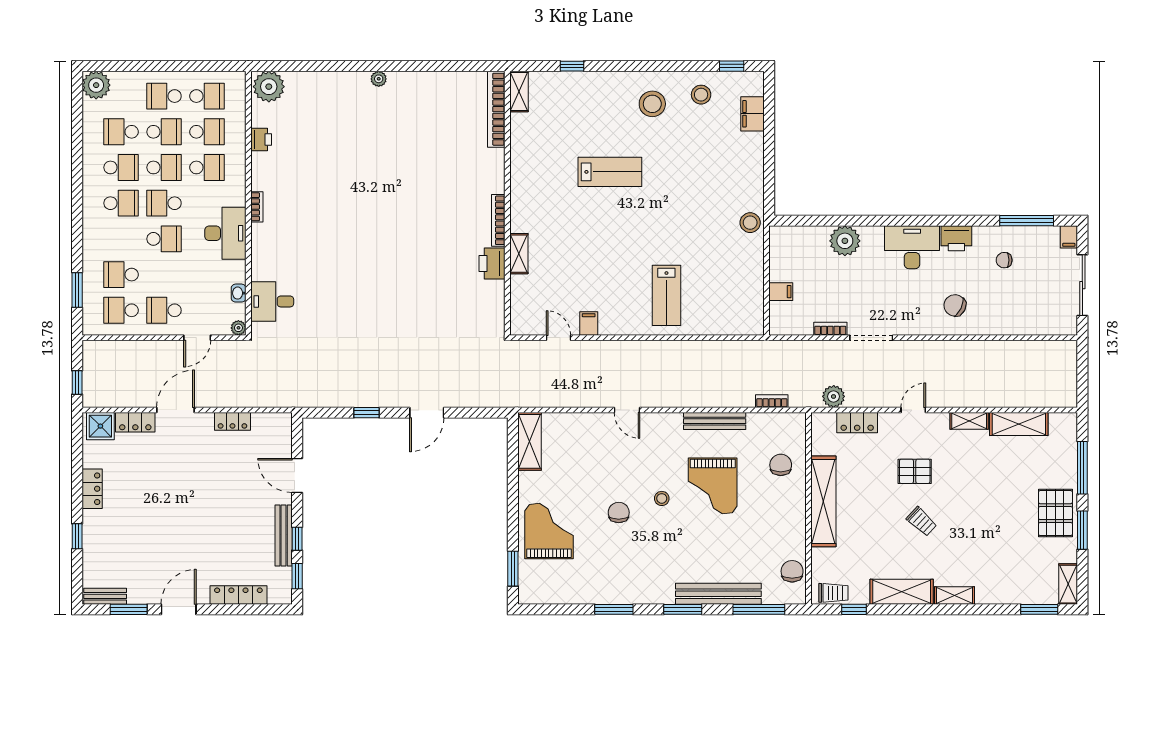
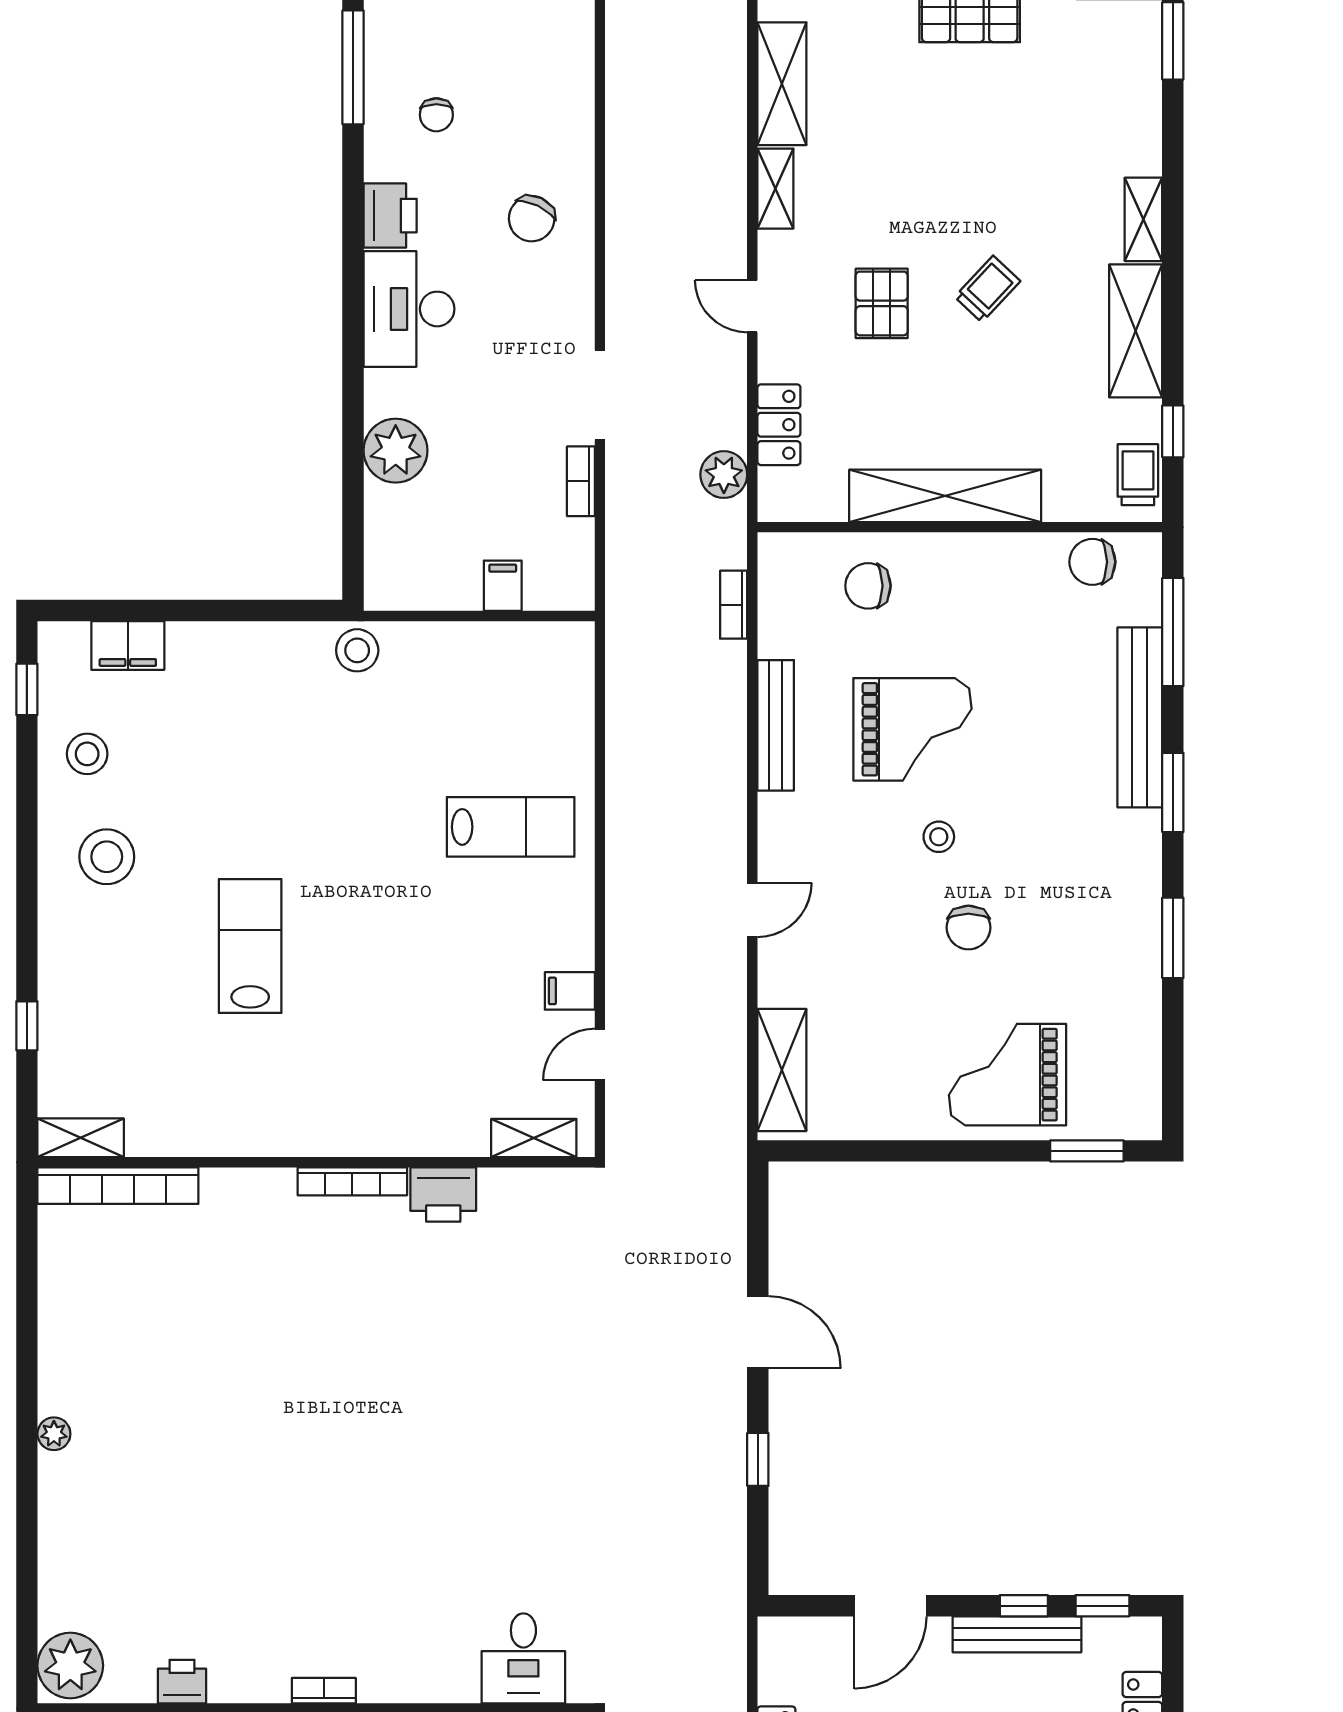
shelving: (519, 254) -> (534, 1138), moved
shelving: (529, 441) -> (782, 1070), moved, turned 90
chair: (619, 513) -> (968, 928), turned -90

